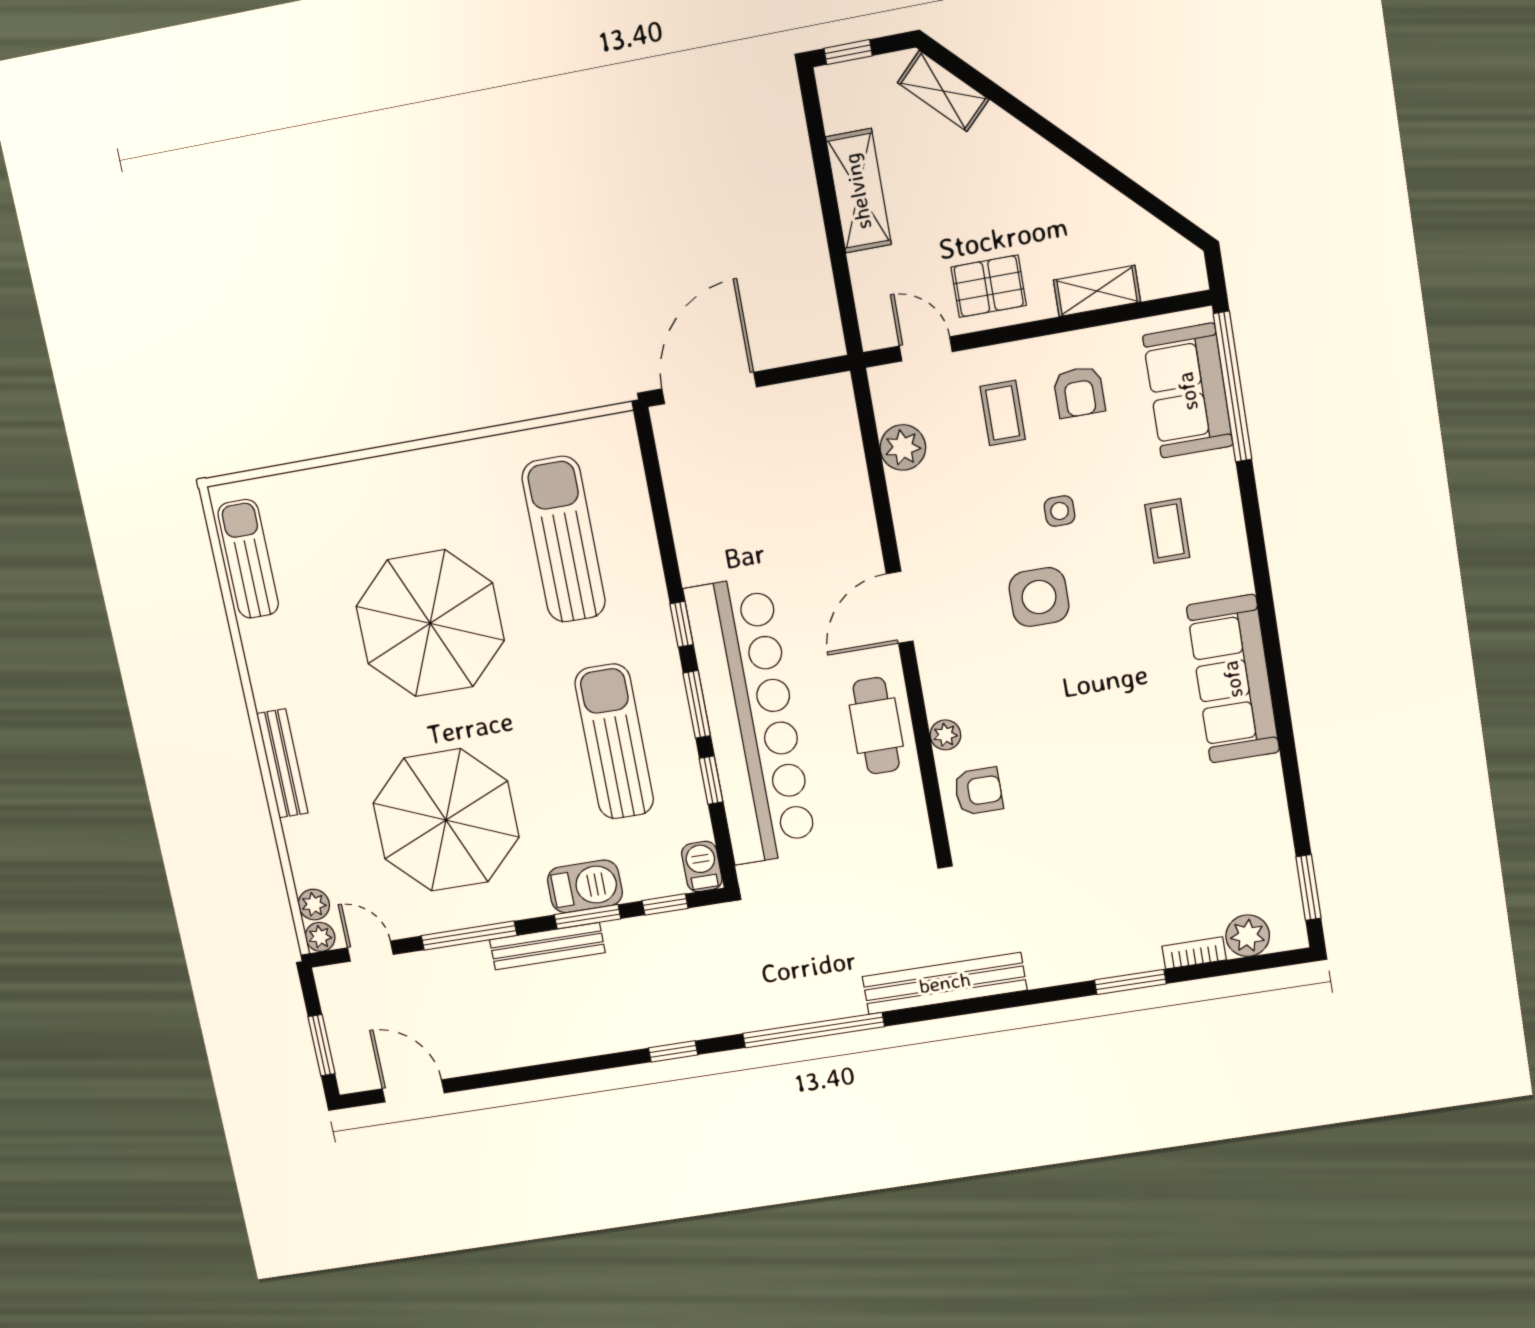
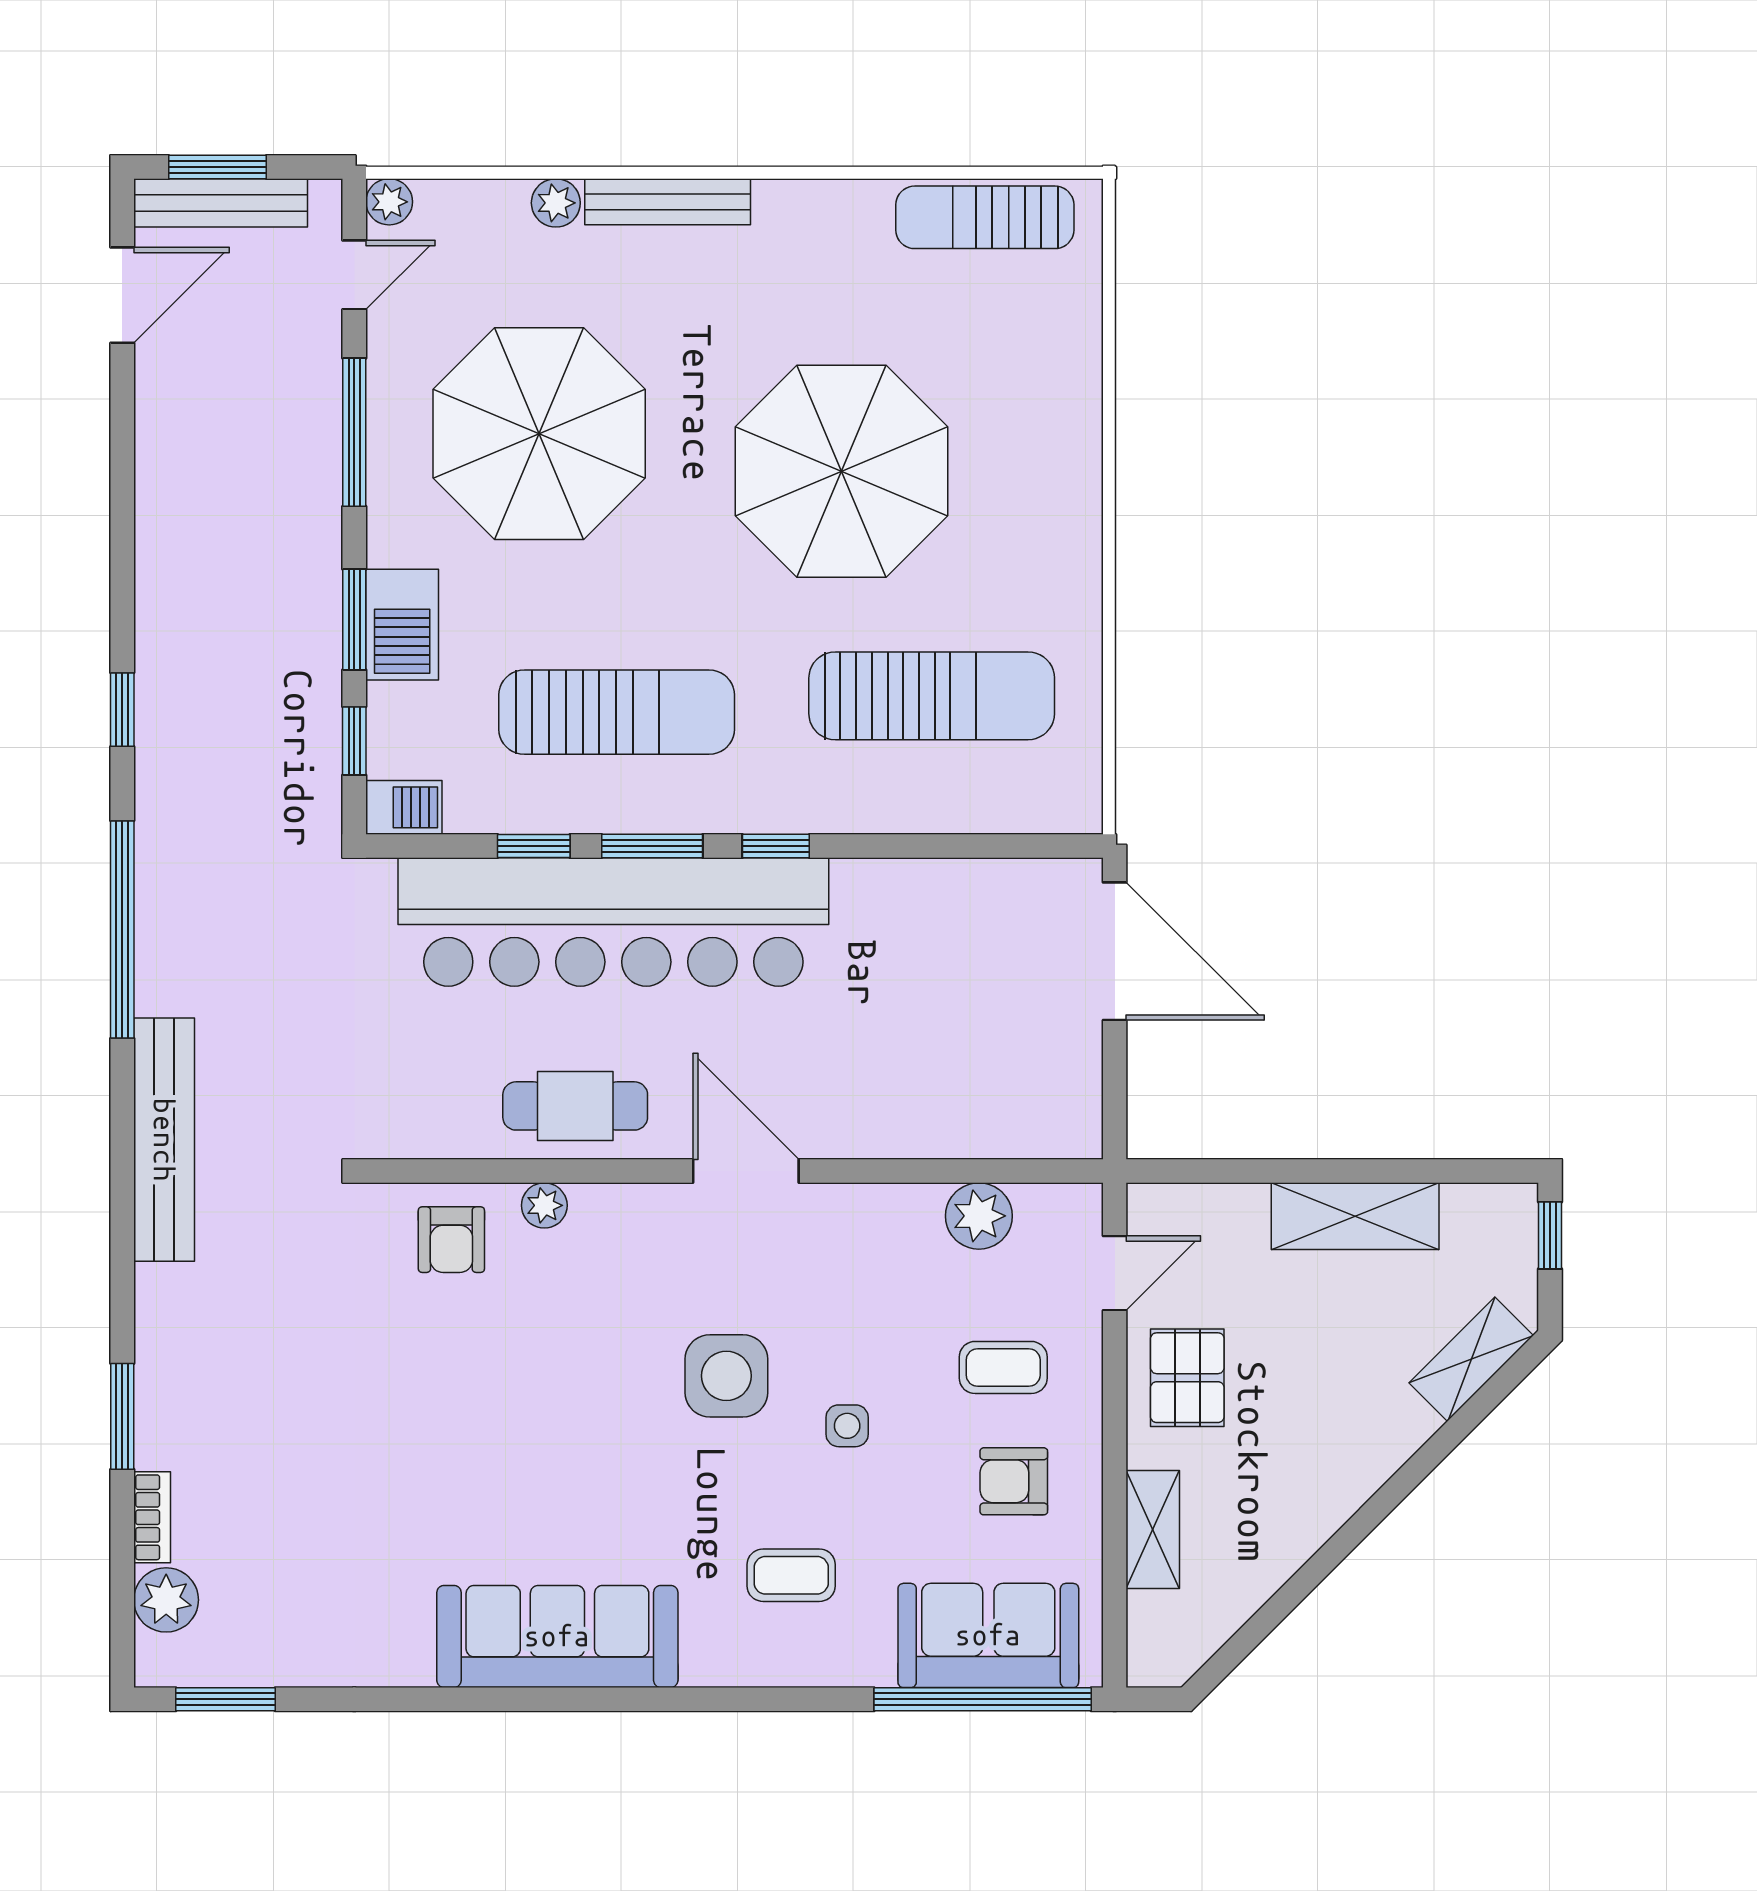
sun lounger: (248, 559) -> (985, 217), turned 180
plant: (314, 905) -> (556, 203), moved
bench: (547, 946) -> (221, 203), moved, turned 90

